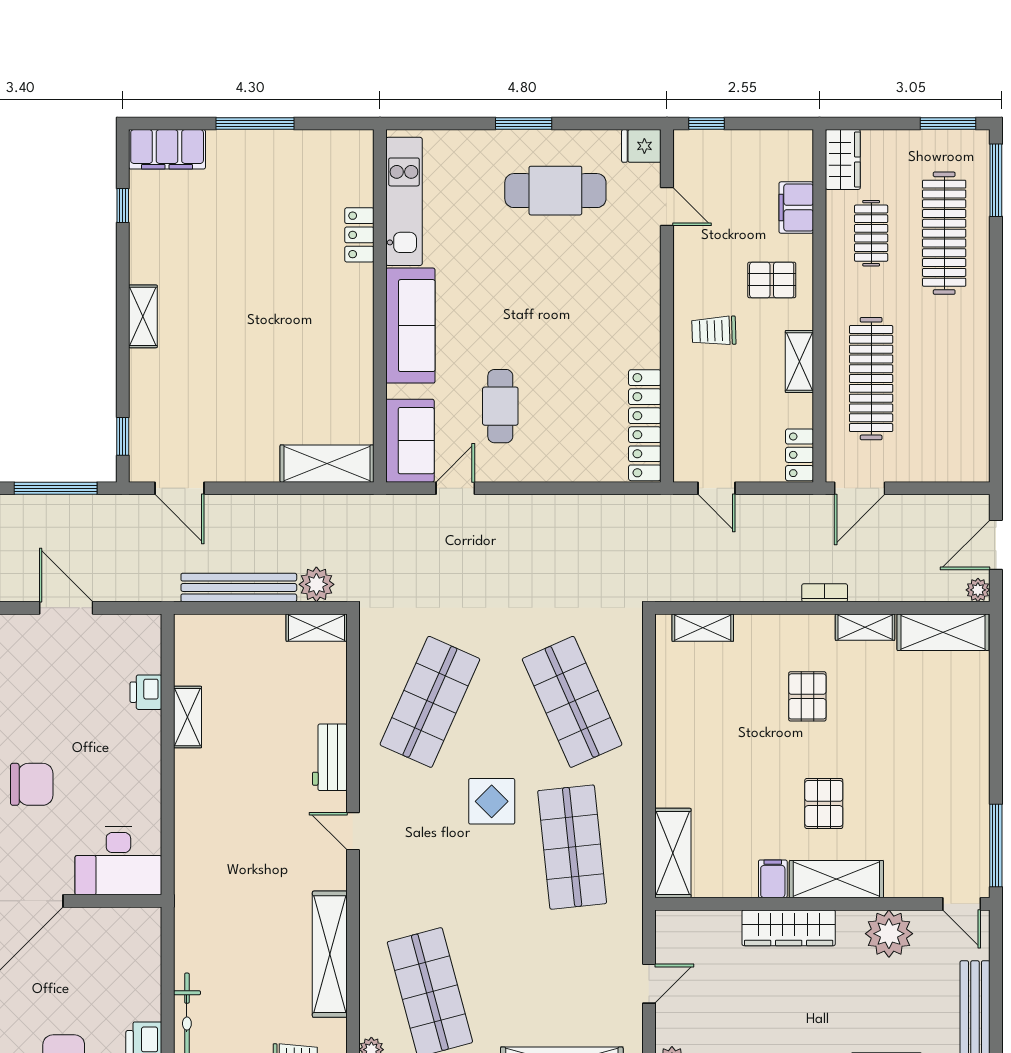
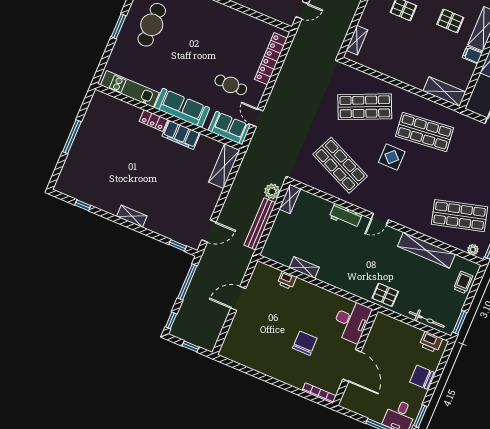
filing cabinet: (167, 149) -> (181, 135), moved, turned 90
locker: (359, 235) -> (153, 120), moved
locker: (645, 425) -> (271, 59), moved, turned 90
pallet: (202, 908) -> (385, 295), added

